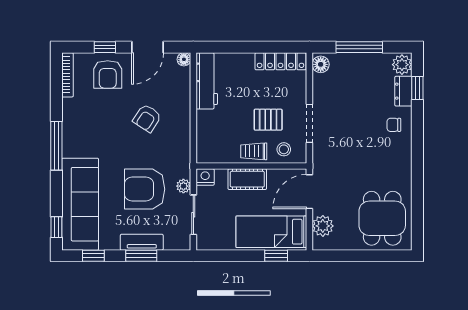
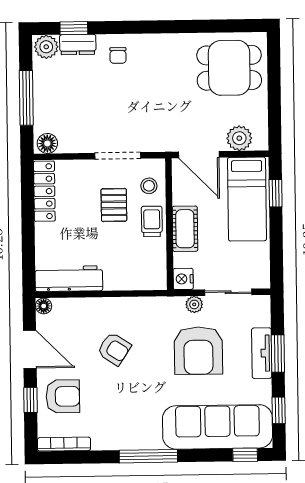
trolley: (254, 151) -> (152, 221), turned 180

